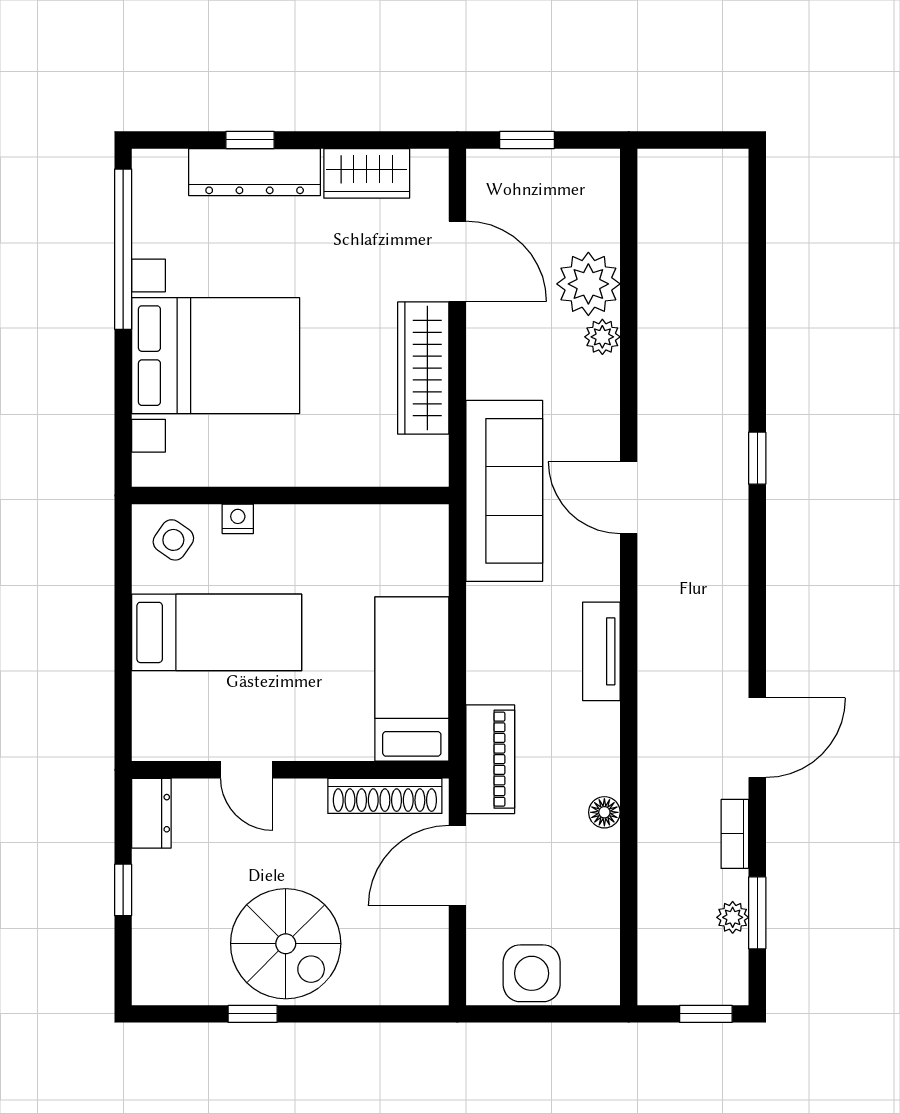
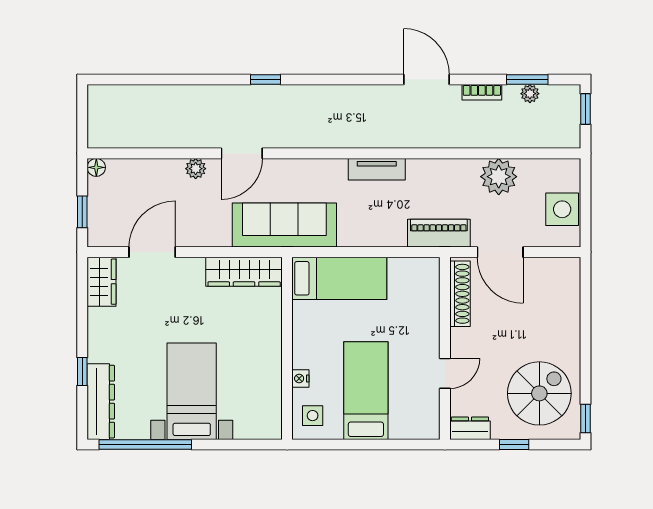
dresser: (255, 172) -> (101, 402), moved
wardrobe: (367, 173) -> (102, 282), moved
plant: (588, 284) -> (499, 177), moved
bed with nightstands: (216, 356) -> (192, 391), width x0.73
wardrobe: (423, 368) -> (244, 272), moved
door: (629, 498) -> (242, 153), moved
side table: (173, 540) -> (313, 416), turned -35
bed: (412, 679) -> (339, 278), moved, turned 180
floor lamp: (604, 812) -> (96, 167), moved
spiral stairs: (286, 944) -> (539, 393), moved
window: (253, 1014) -> (585, 418), moved

